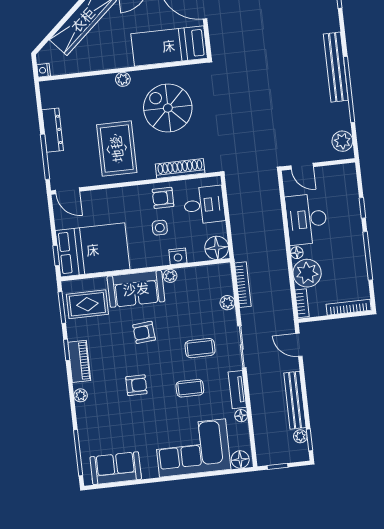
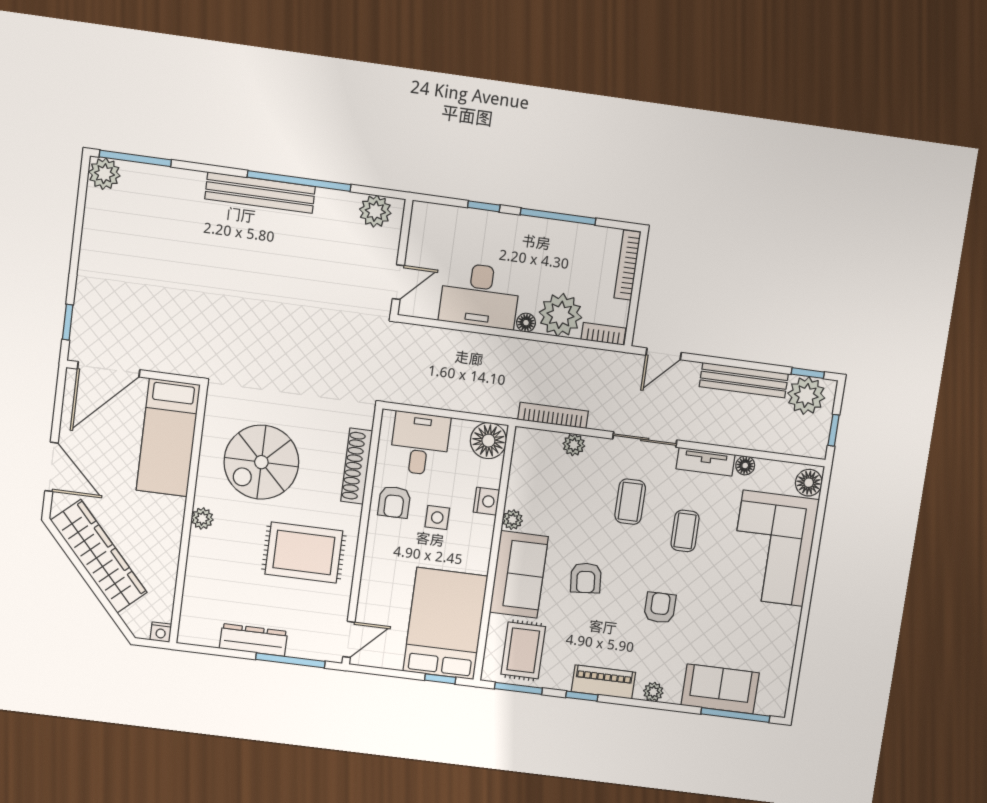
plant: (300, 436) -> (806, 396), width x1.88, depth x1.88
sofa: (116, 468) -> (720, 689), moved, turned 90

